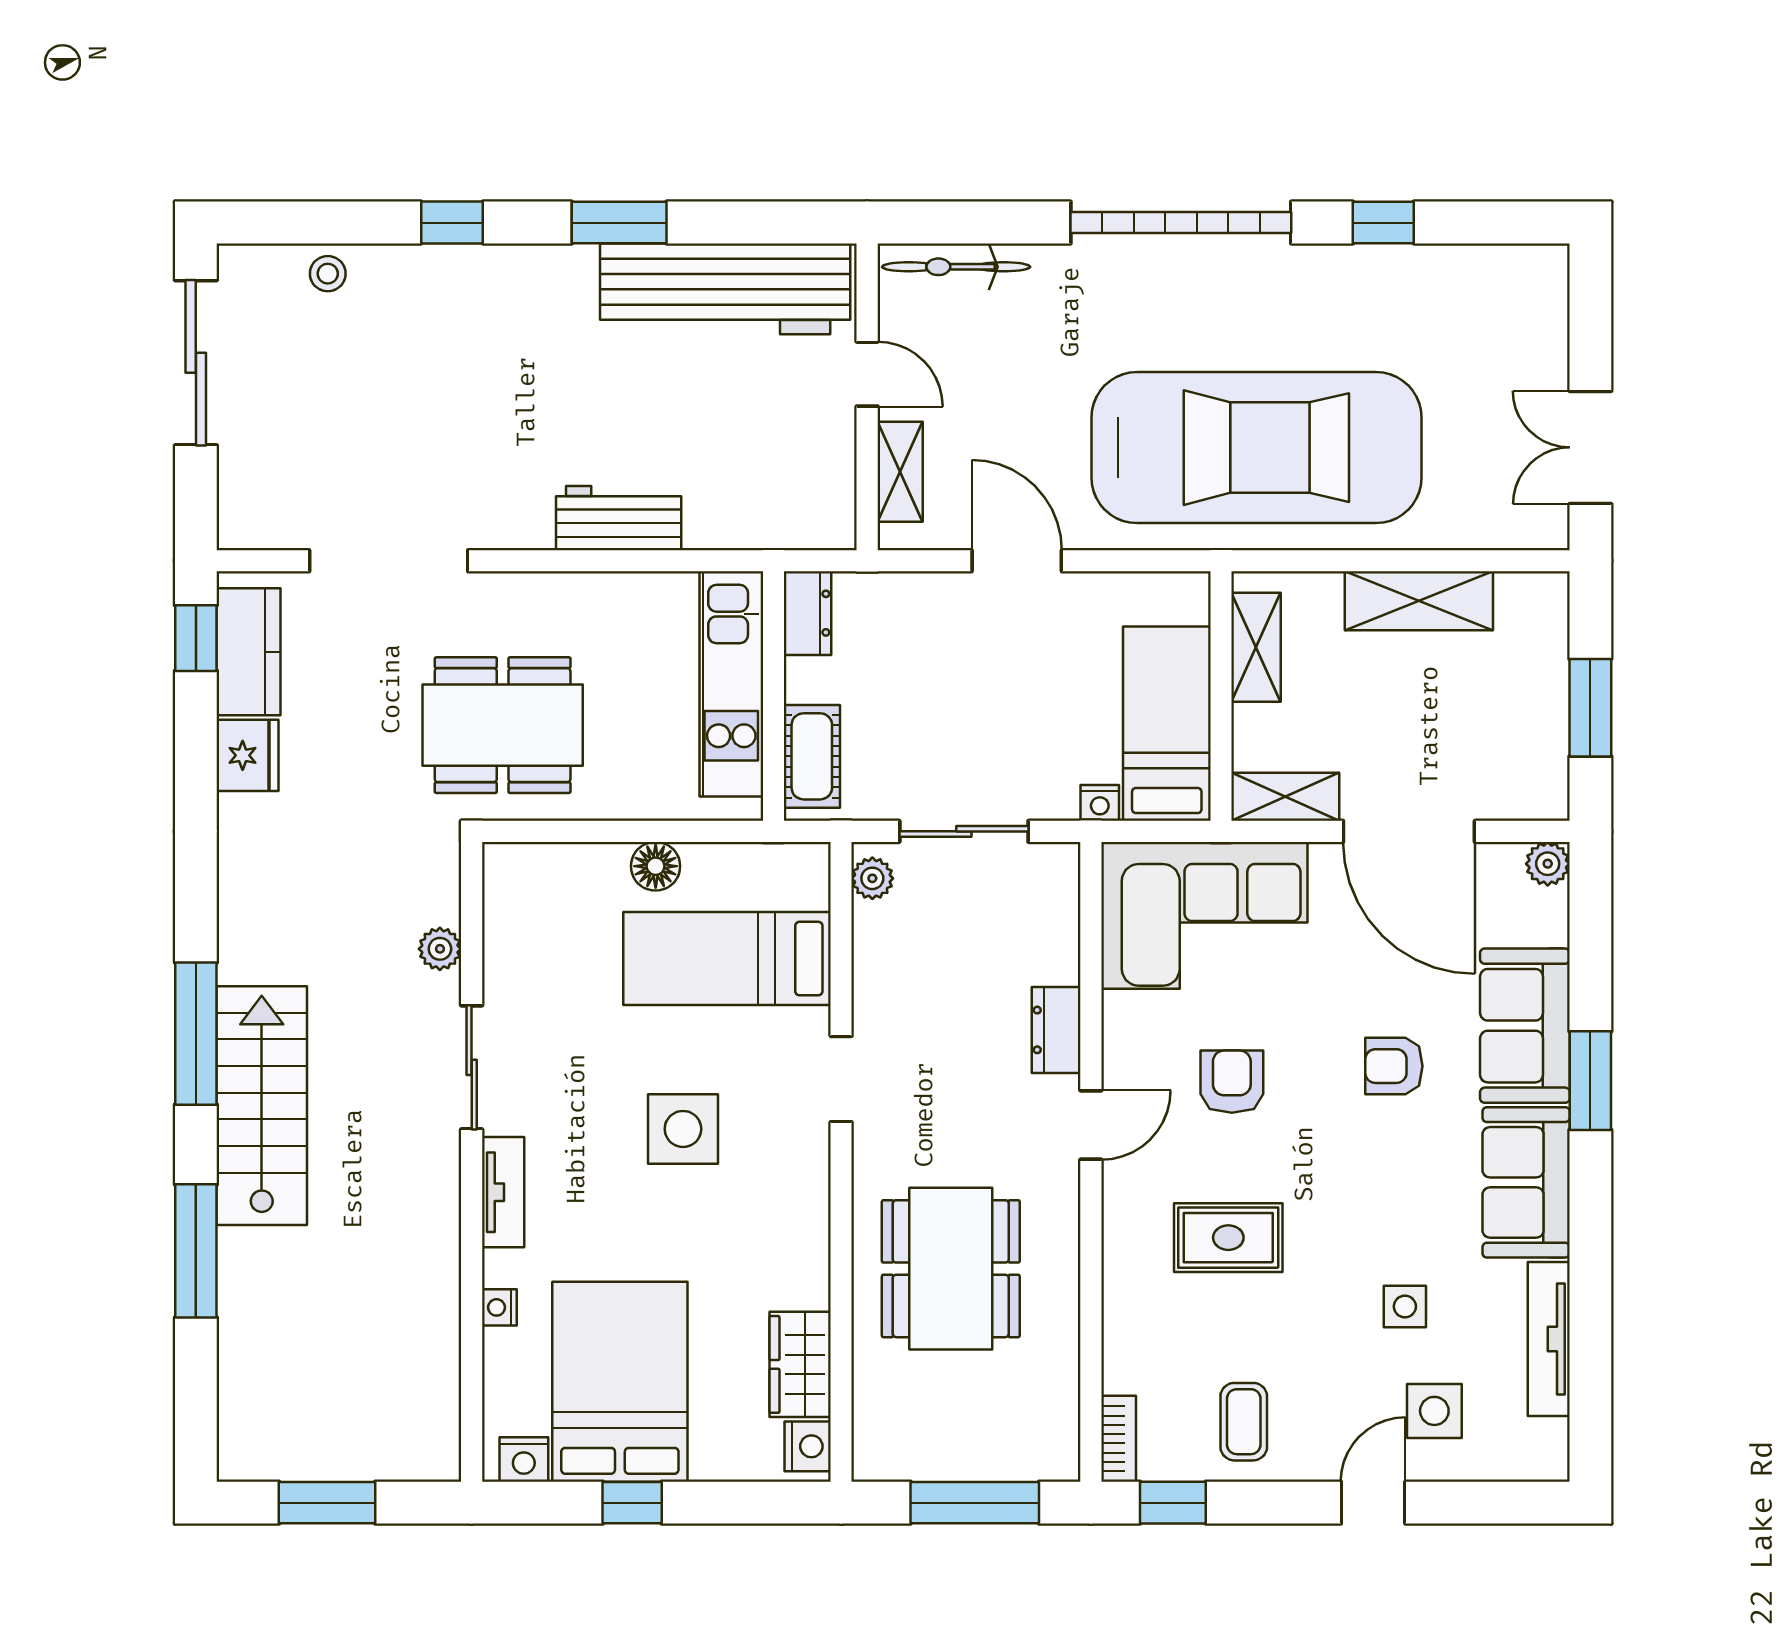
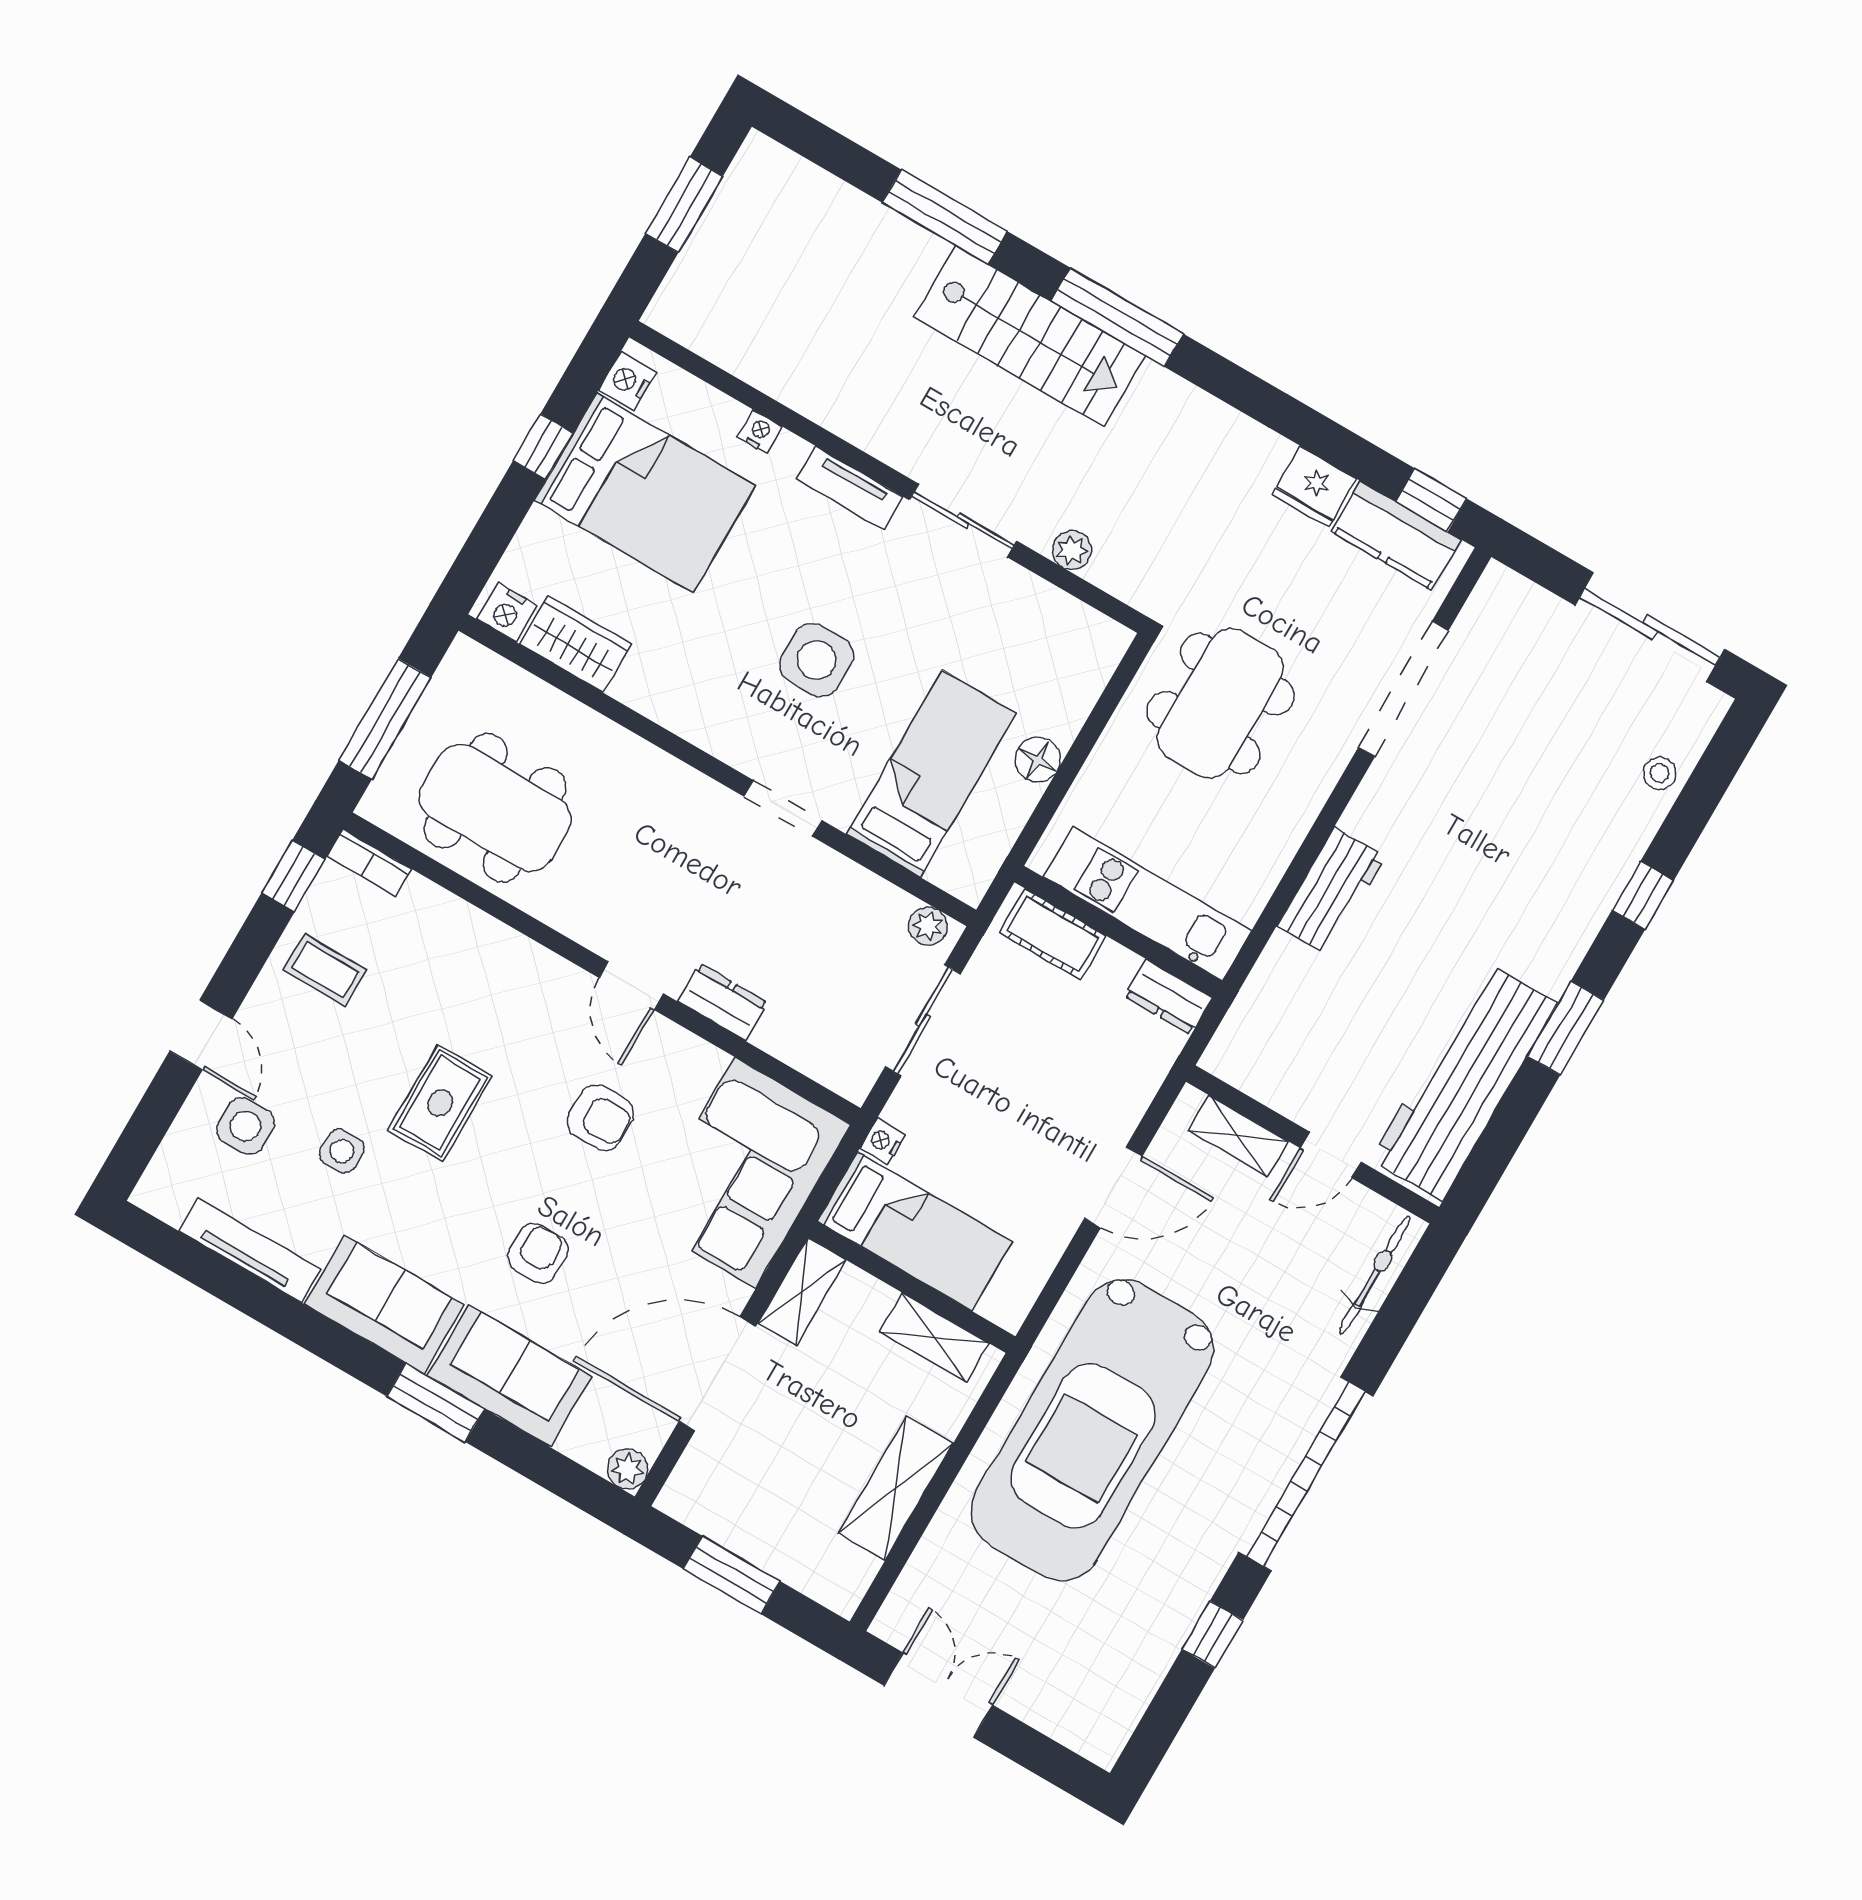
rug: (1228, 1238) -> (440, 1103), moved
dining table: (951, 1269) -> (495, 808), moved

